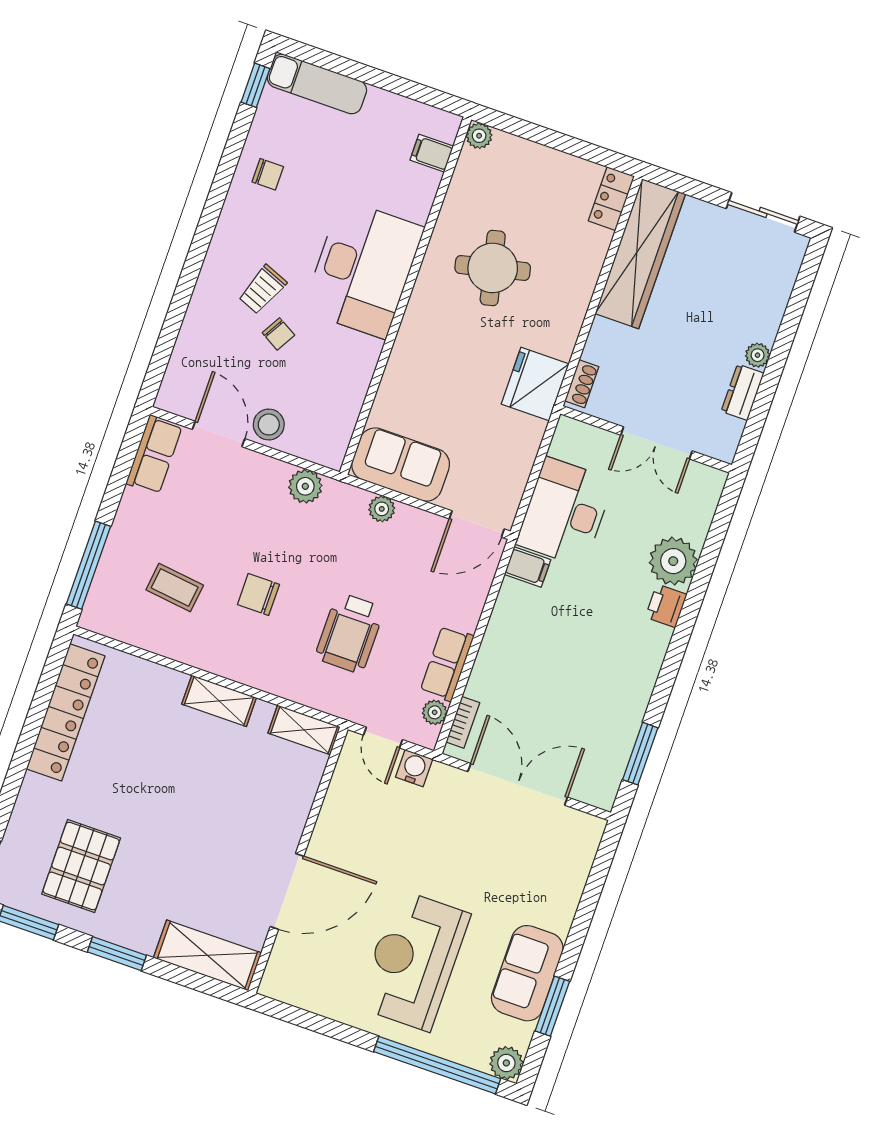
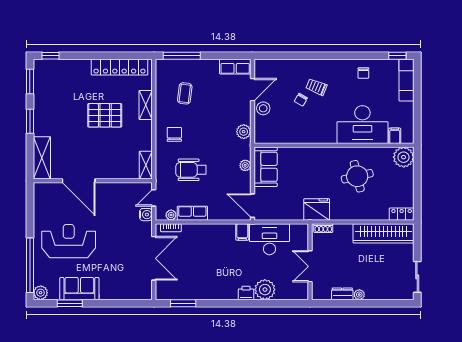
plant: (479, 136) -> (404, 157), width x1.88, depth x1.88
desk: (363, 269) -> (362, 125), moved
chair: (258, 594) -> (174, 134), moved
shelving: (219, 701) -> (146, 105), moved
pallet: (81, 866) -> (105, 115), moved

